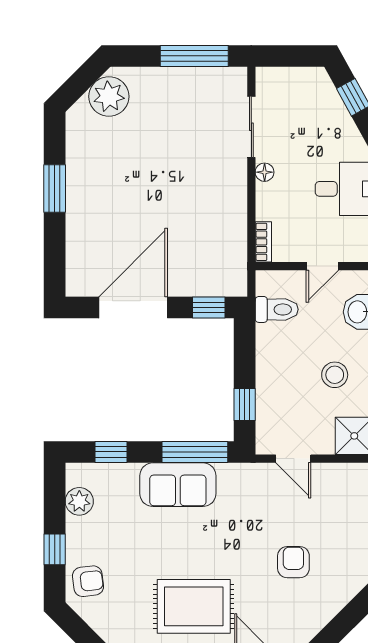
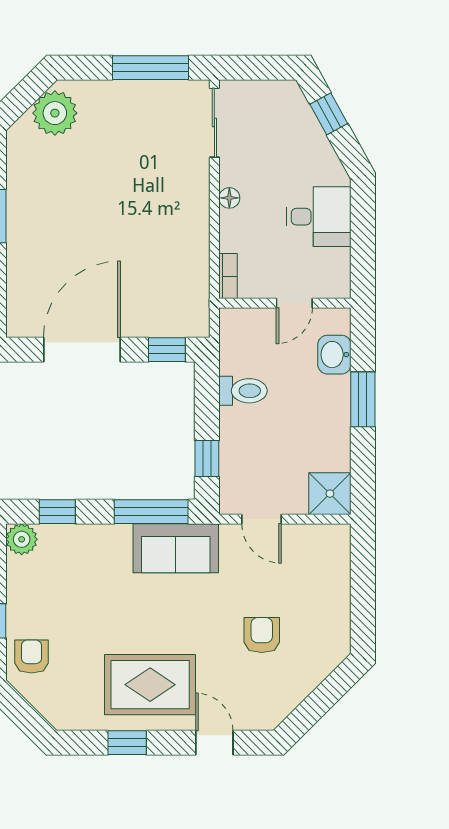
sliding door: (251, 127) -> (214, 123), moved
toilet: (277, 309) -> (243, 391), moved
stool: (335, 375) -> (308, 425), removed
sofa: (178, 485) -> (176, 548), moved
plant: (79, 501) -> (22, 539), moved
armchair: (88, 581) -> (31, 656), turned -83

